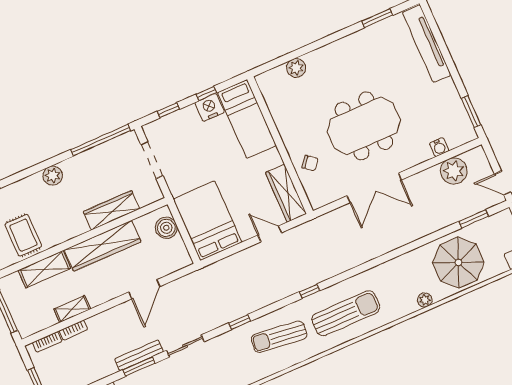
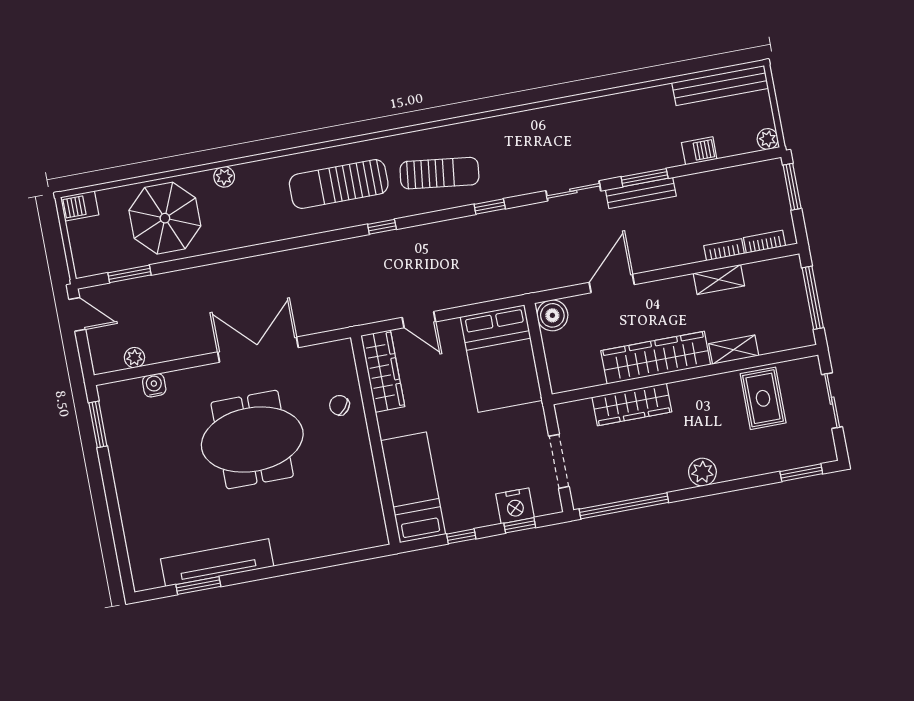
tv unit: (427, 44) -> (217, 563), moved, turned -90
plant: (296, 68) -> (328, 543), removed
nightstand: (210, 107) -> (515, 506), moved
plant: (454, 171) -> (134, 358), width x0.53, depth x0.53
boiler: (166, 228) -> (552, 315), moved
shelving: (44, 269) -> (734, 350), width x0.67, depth x0.75

